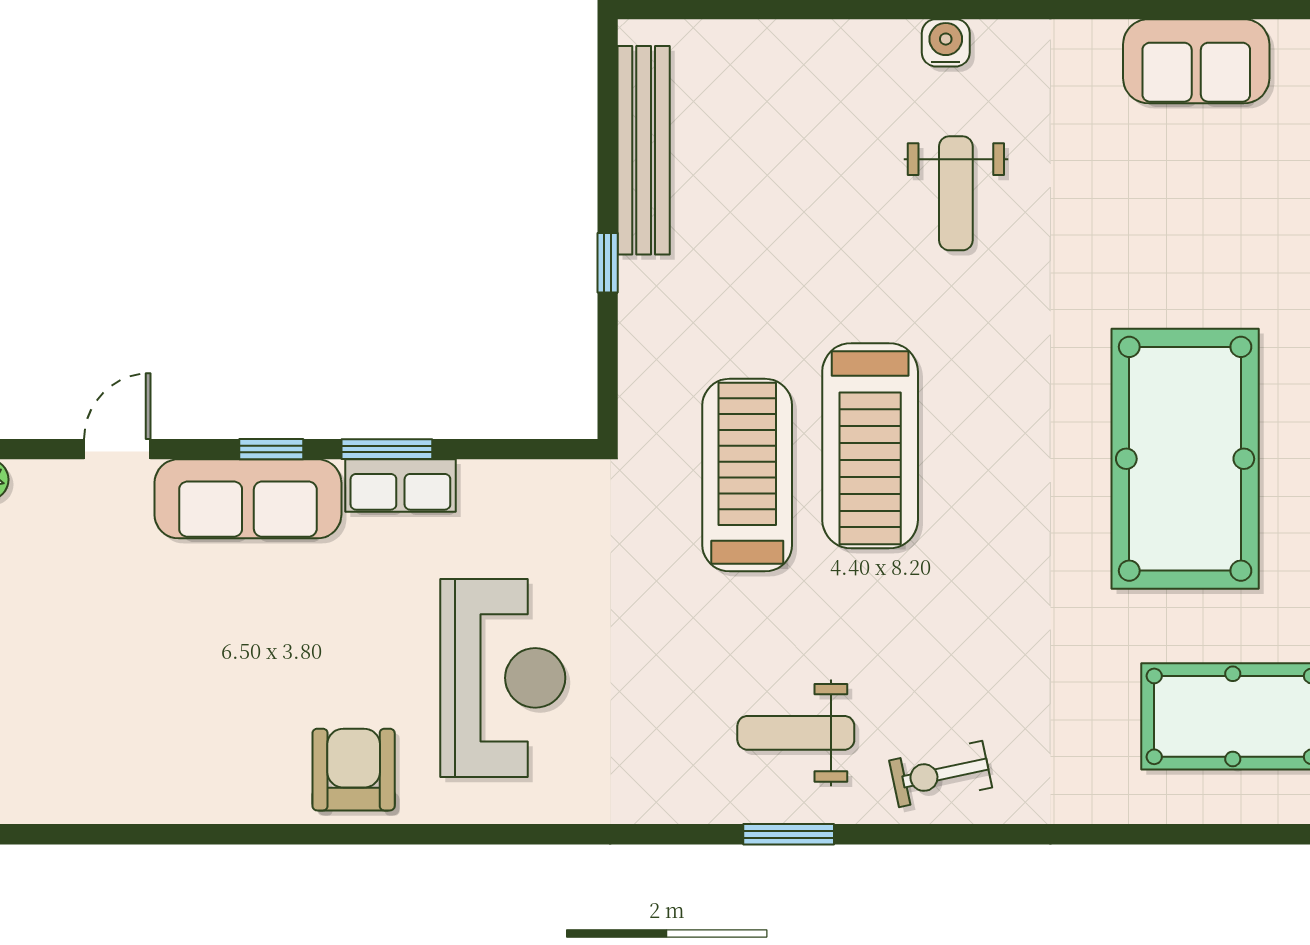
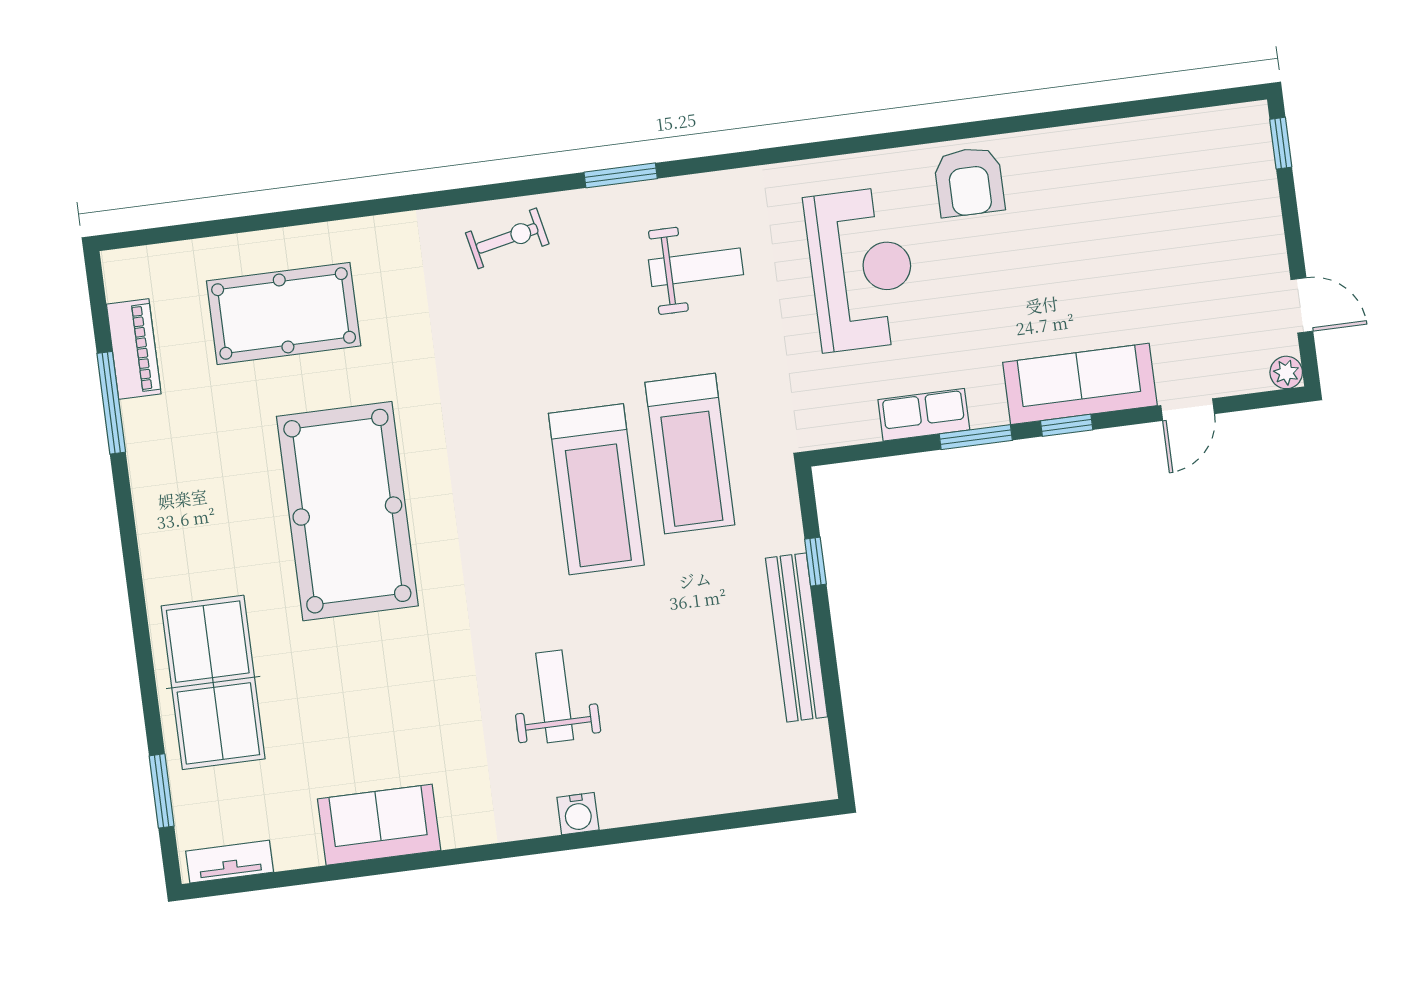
bench: (644, 150) -> (797, 637), moved
window: (608, 263) -> (815, 562), moved
treadmill: (870, 446) -> (596, 489), turned 180
row of seats: (400, 486) -> (924, 415), moved
reception desk: (503, 678) -> (861, 269), turned 180
weight bench: (796, 733) -> (696, 267), moved

